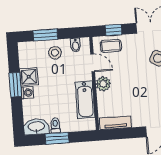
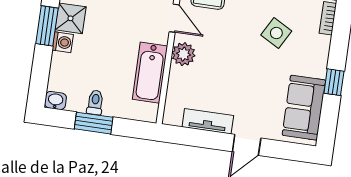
tv unit: (115, 123) -> (208, 121), moved
washbasin: (36, 127) -> (55, 101), width x0.52, depth x0.69

